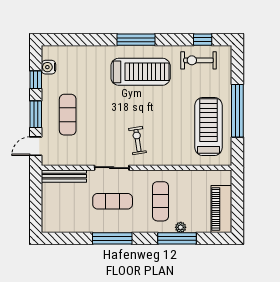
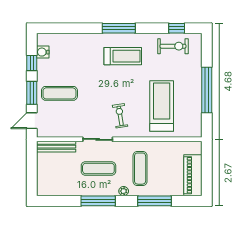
exercise bike: (198, 60) -> (173, 46), turned 180
treadmill: (141, 72) -> (123, 56), width x0.73, depth x0.73
exercise mat: (68, 115) -> (59, 93), turned 90
treadmill: (208, 127) -> (162, 106), moved
plant: (181, 227) -> (124, 191), moved

